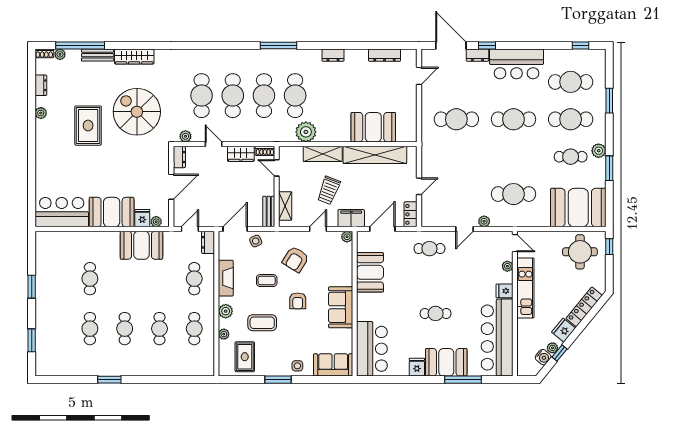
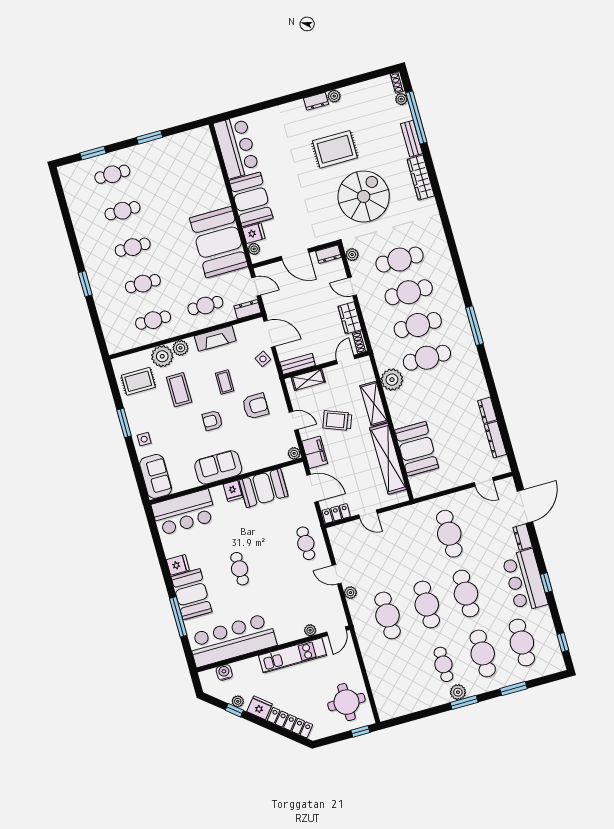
window: (487, 46) -> (546, 583), moved
dresser: (333, 55) -> (487, 410), moved
dresser: (41, 85) -> (316, 101), moved
door: (214, 144) -> (352, 286), swing flipped
cafe table: (513, 157) -> (427, 604), added
window: (609, 168) -> (464, 702), moved
booth: (578, 208) -> (392, 687), removed
booth: (141, 245) -> (219, 242), width x1.36, depth x1.42
armchair: (296, 259) -> (255, 406), turned 148
cafe table: (90, 279) -> (112, 174), moved
fridge: (504, 291) -> (233, 491), moved, turned 180
plant: (224, 334) -> (162, 356), width x1.88, depth x1.88
water cooler: (543, 357) -> (224, 672), moved, turned 141
window: (109, 380) -> (85, 284), moved

